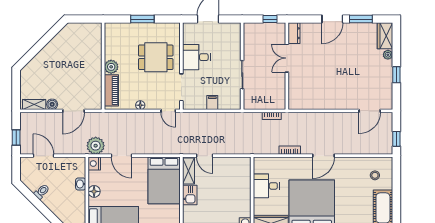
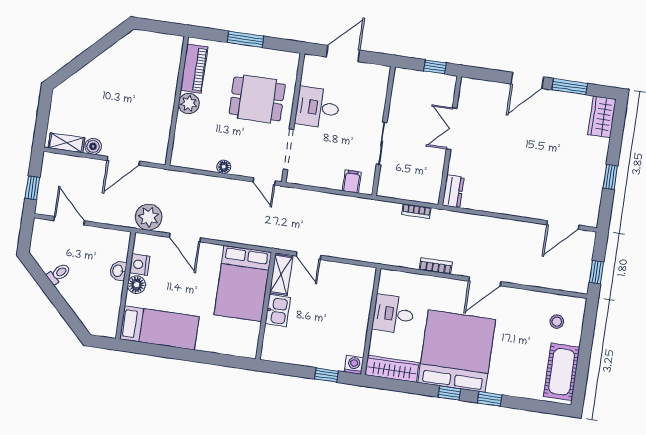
dresser: (294, 33) -> (453, 191), moved
plant: (388, 55) -> (602, 145), removed
piano: (111, 90) -> (194, 69), moved
filing cabinet: (212, 103) -> (352, 181), moved
nightstand: (94, 164) -> (140, 265), moved

